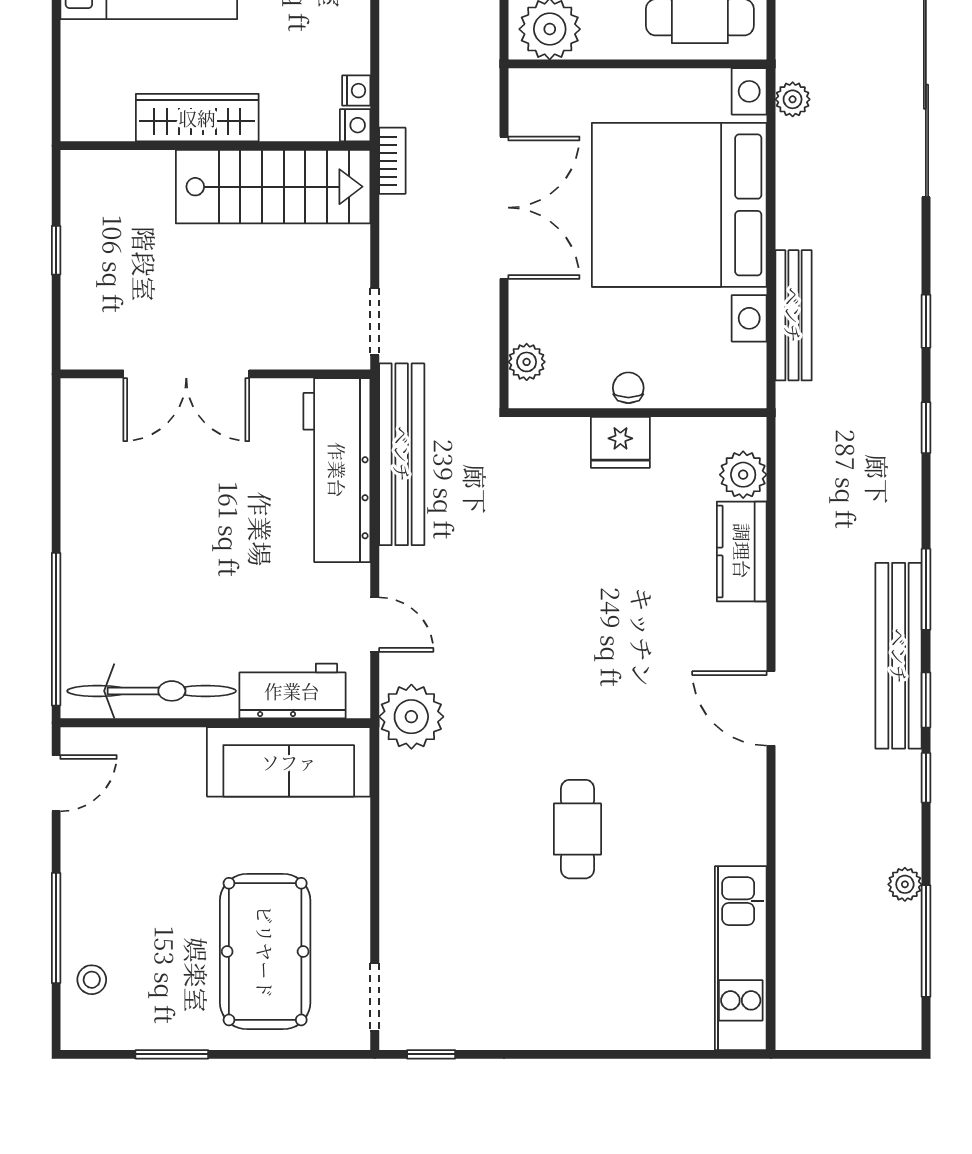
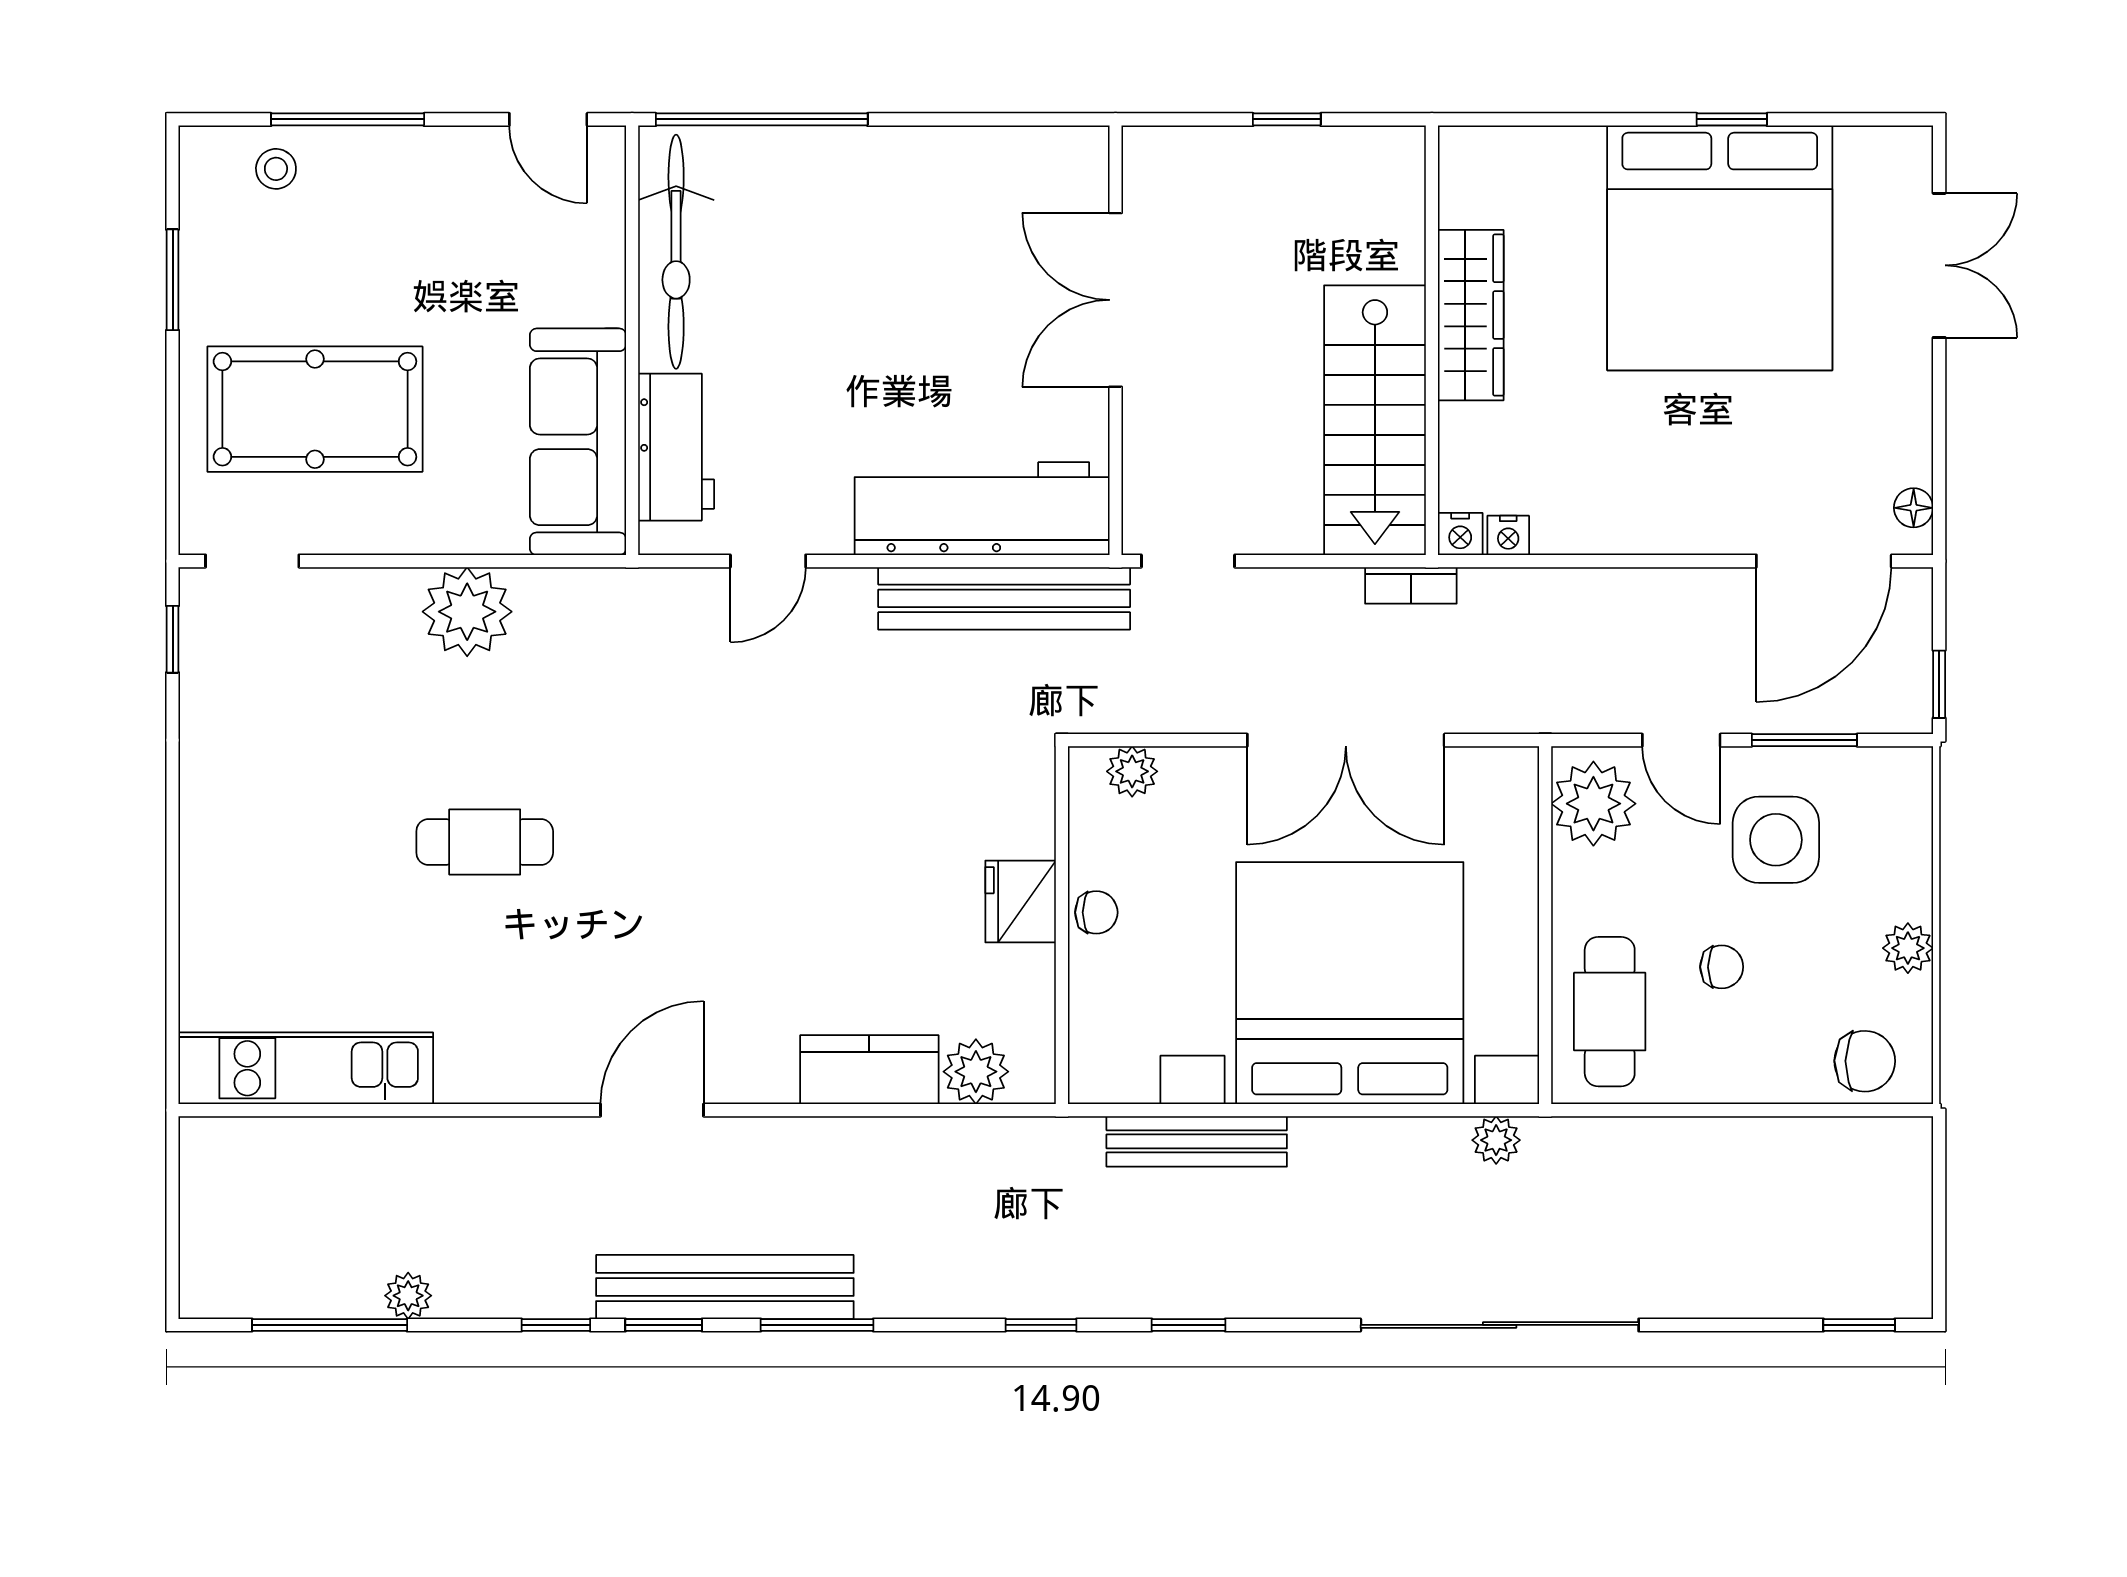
plant: (411, 717) -> (467, 612), moved

